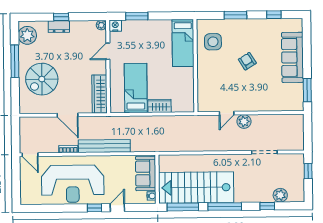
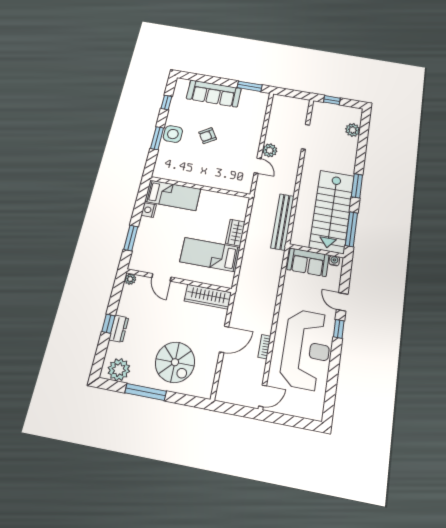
nightstand: (115, 26) -> (149, 210), moved
side table: (213, 42) -> (173, 134), moved
bench: (104, 146) -> (282, 222), moved
window: (225, 206) -> (357, 186), width x0.69
window: (267, 206) -> (362, 144), removed

